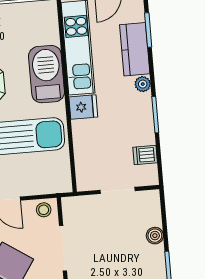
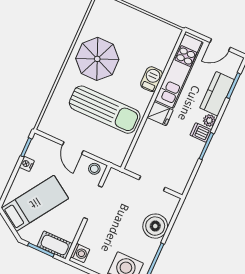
barbecue: (47, 74) -> (152, 79), width x0.53, depth x0.65
dishwasher: (145, 155) -> (201, 132), moved
boiler: (155, 236) -> (155, 226), width x1.86, depth x1.86

